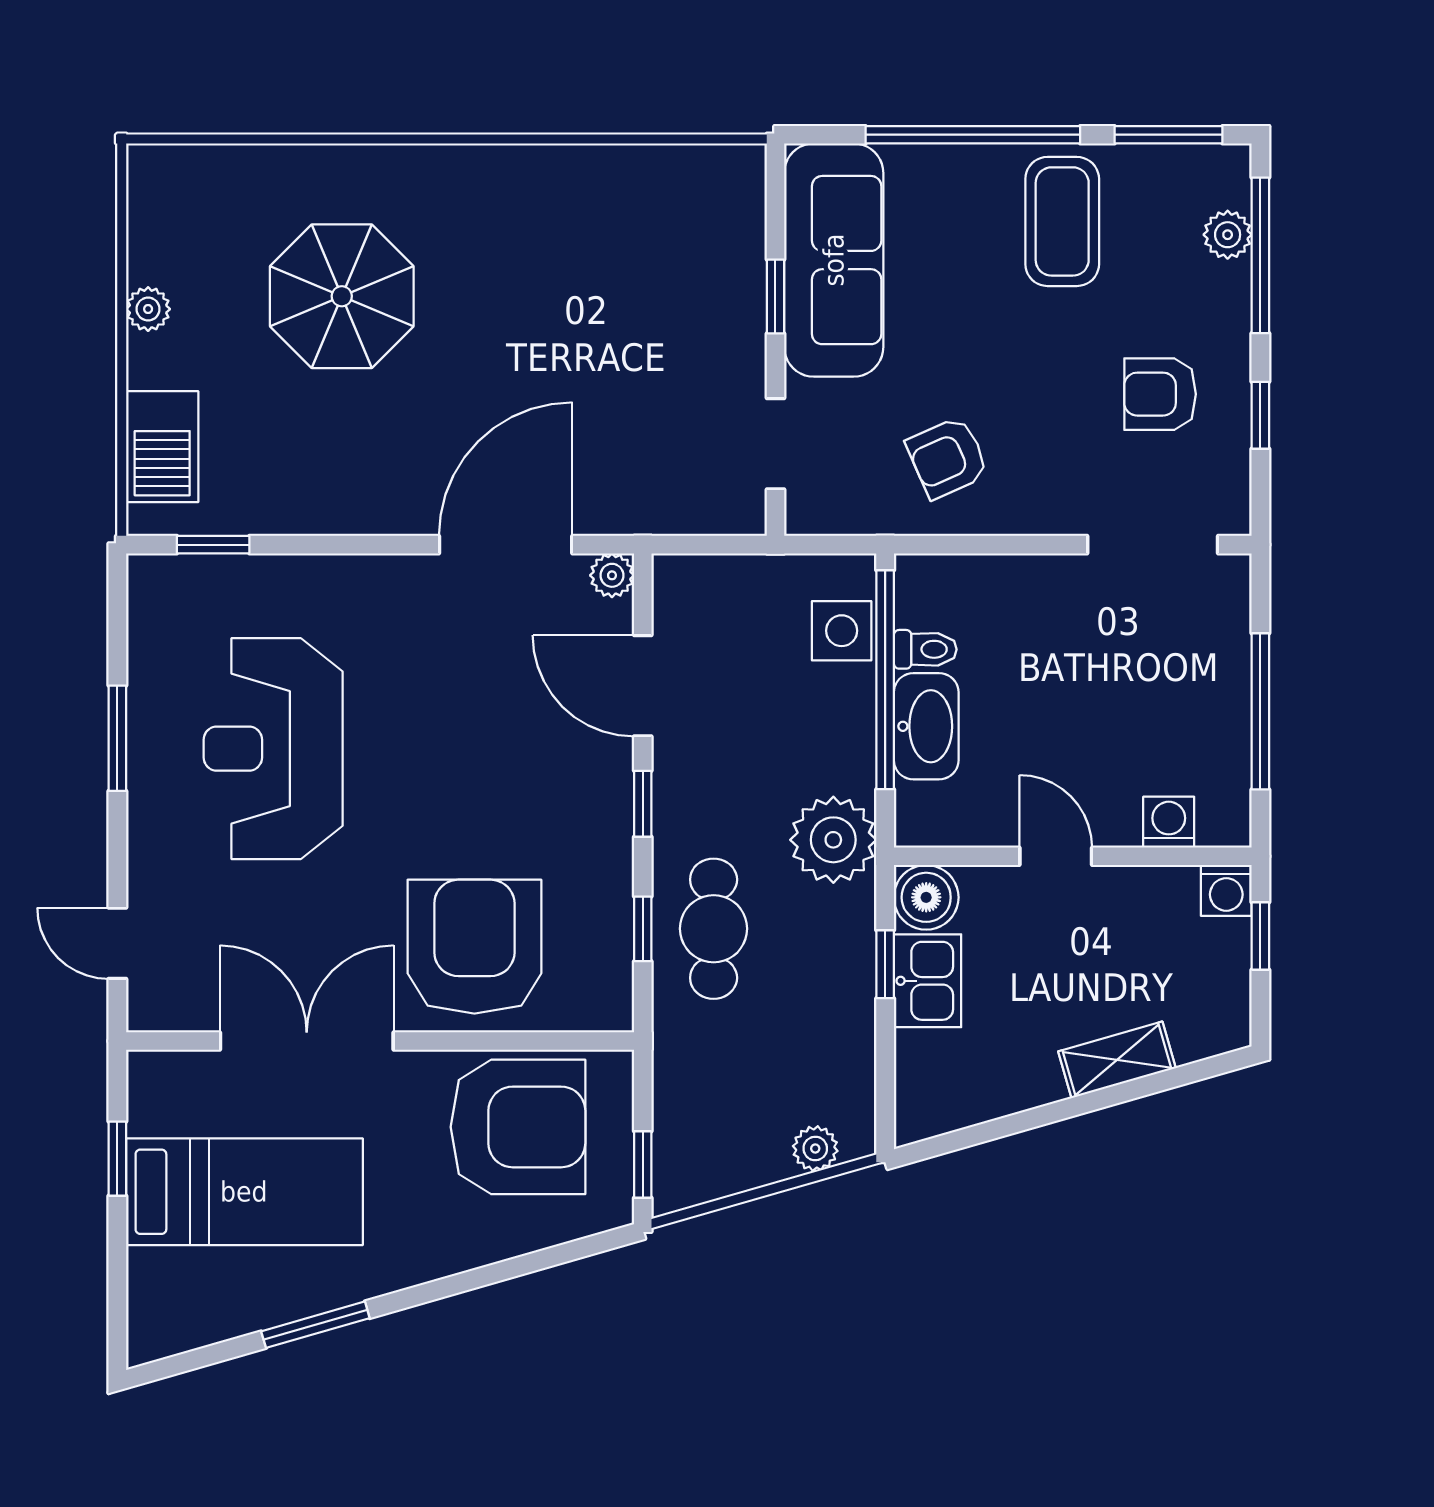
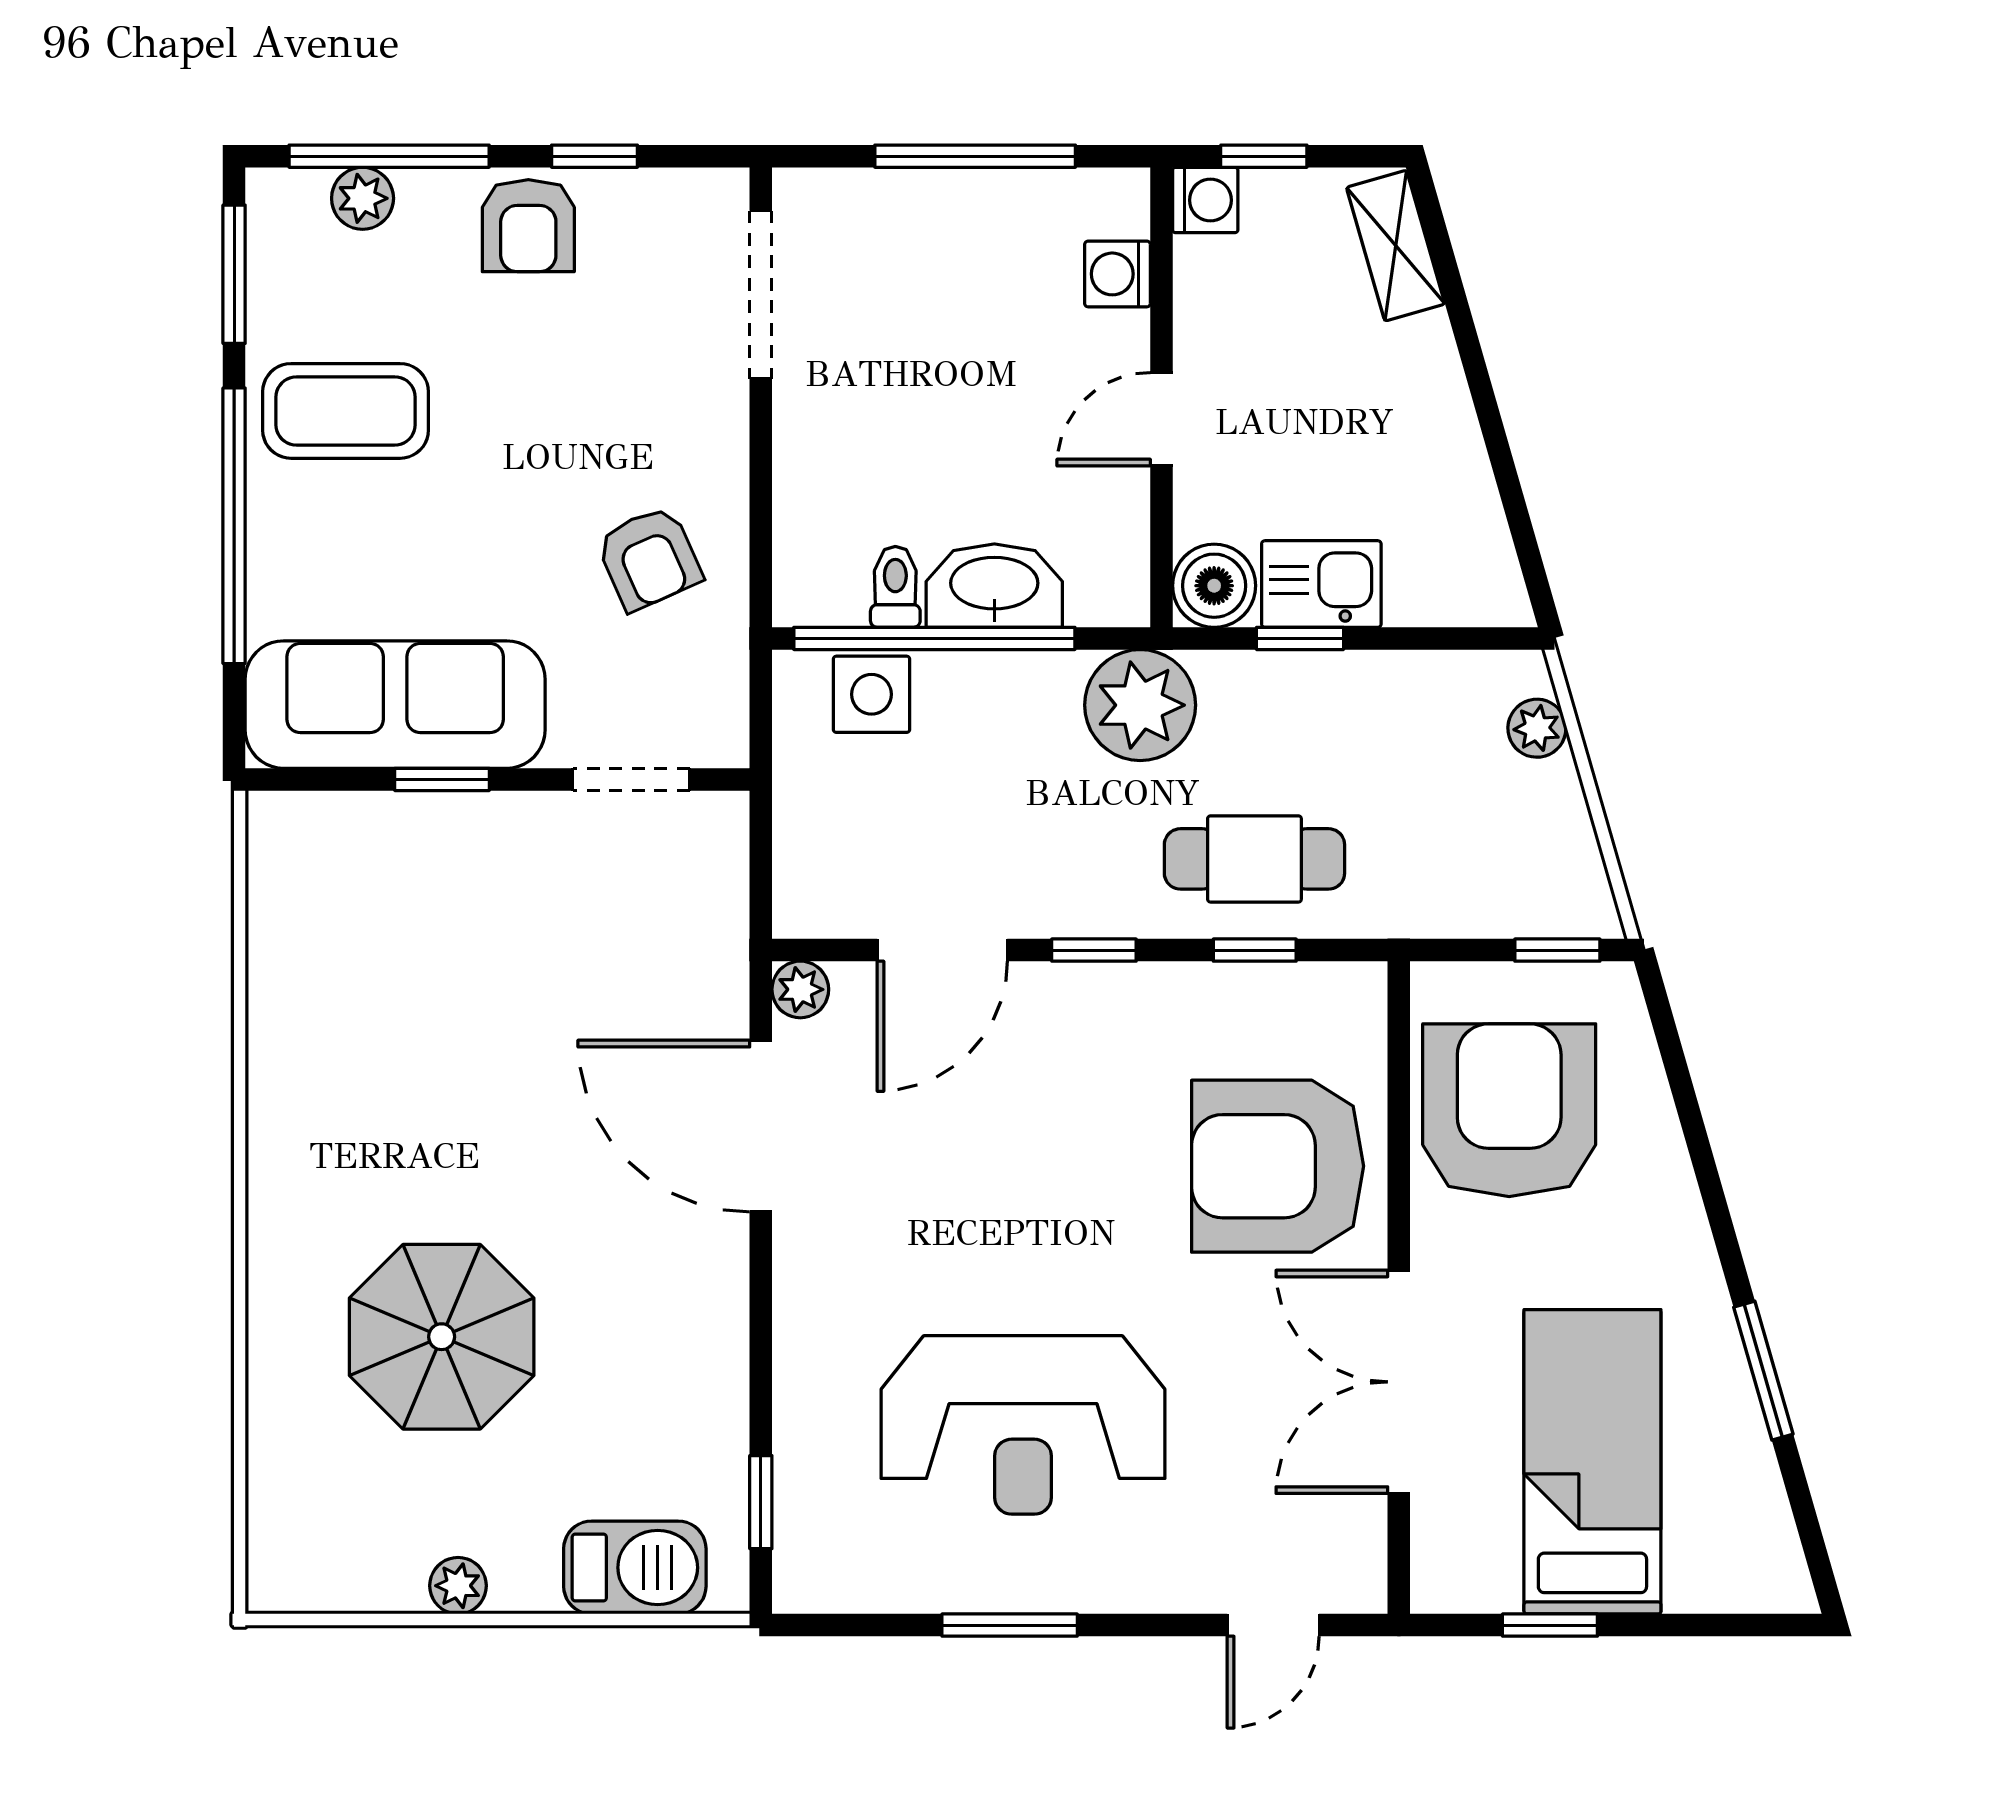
armchair: (1160, 394) -> (528, 226), moved
shelving: (1117, 1060) -> (1396, 246), moved

